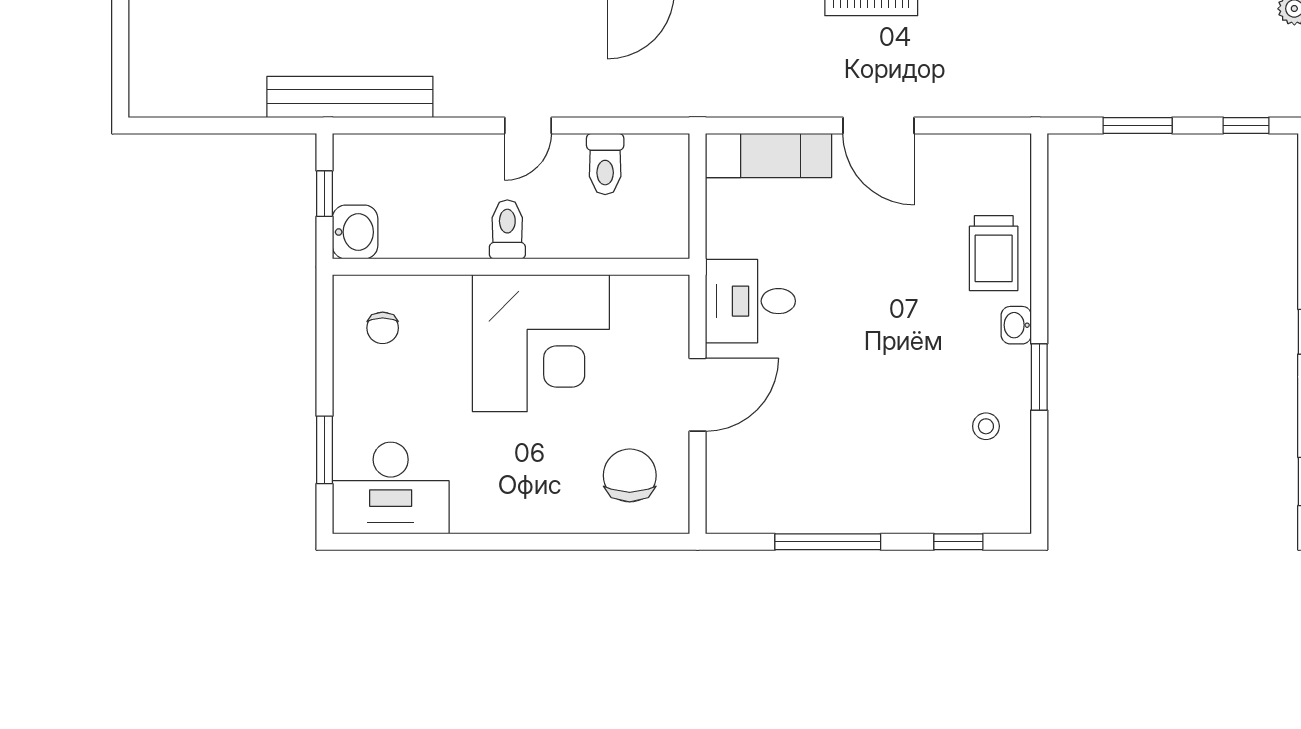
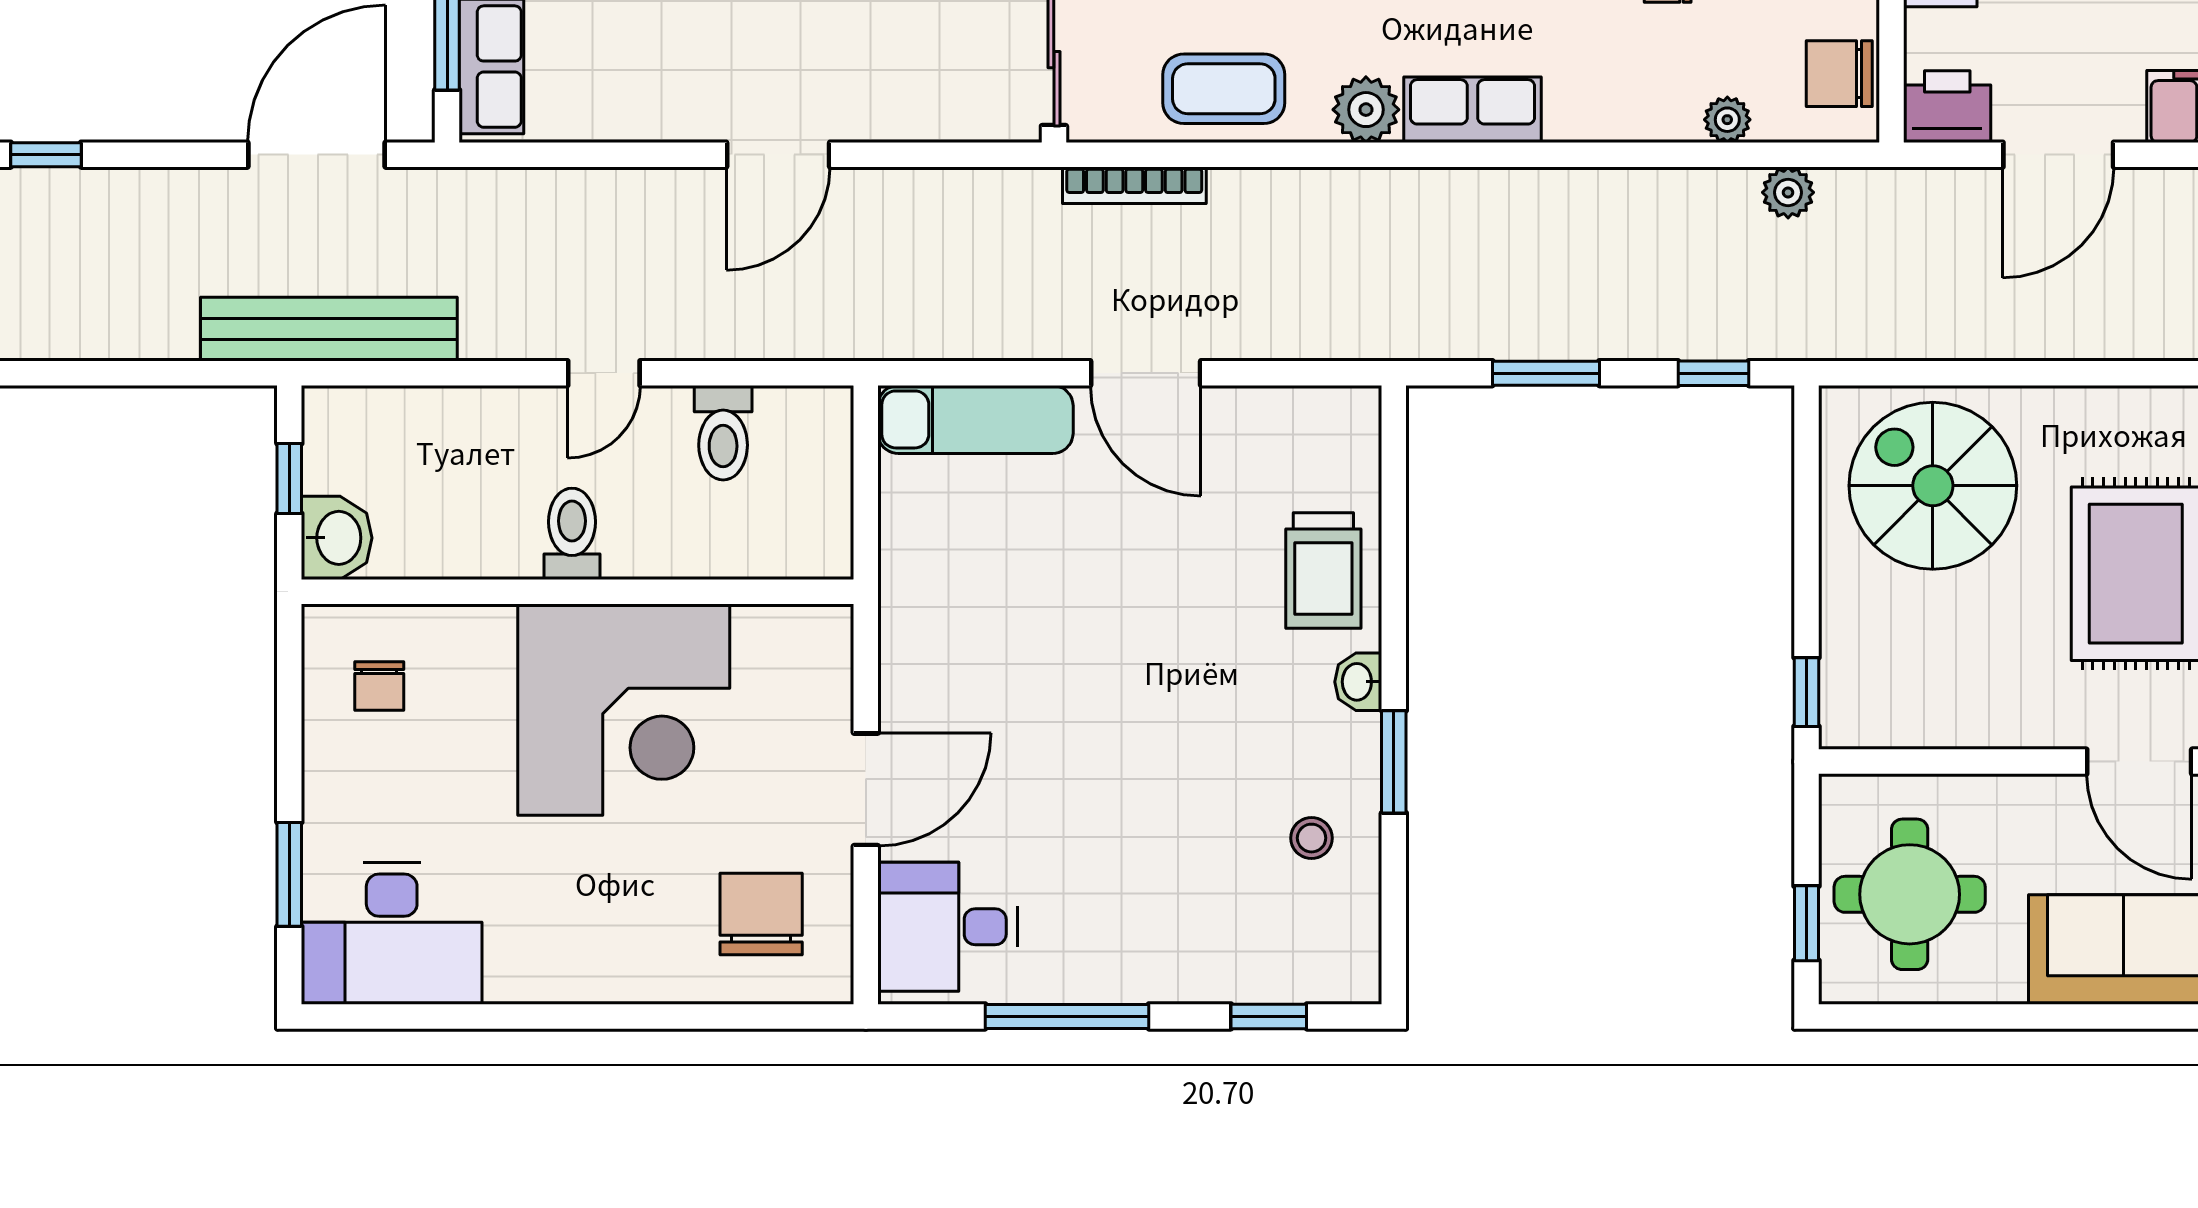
desk: (750, 301) -> (948, 927), moved

